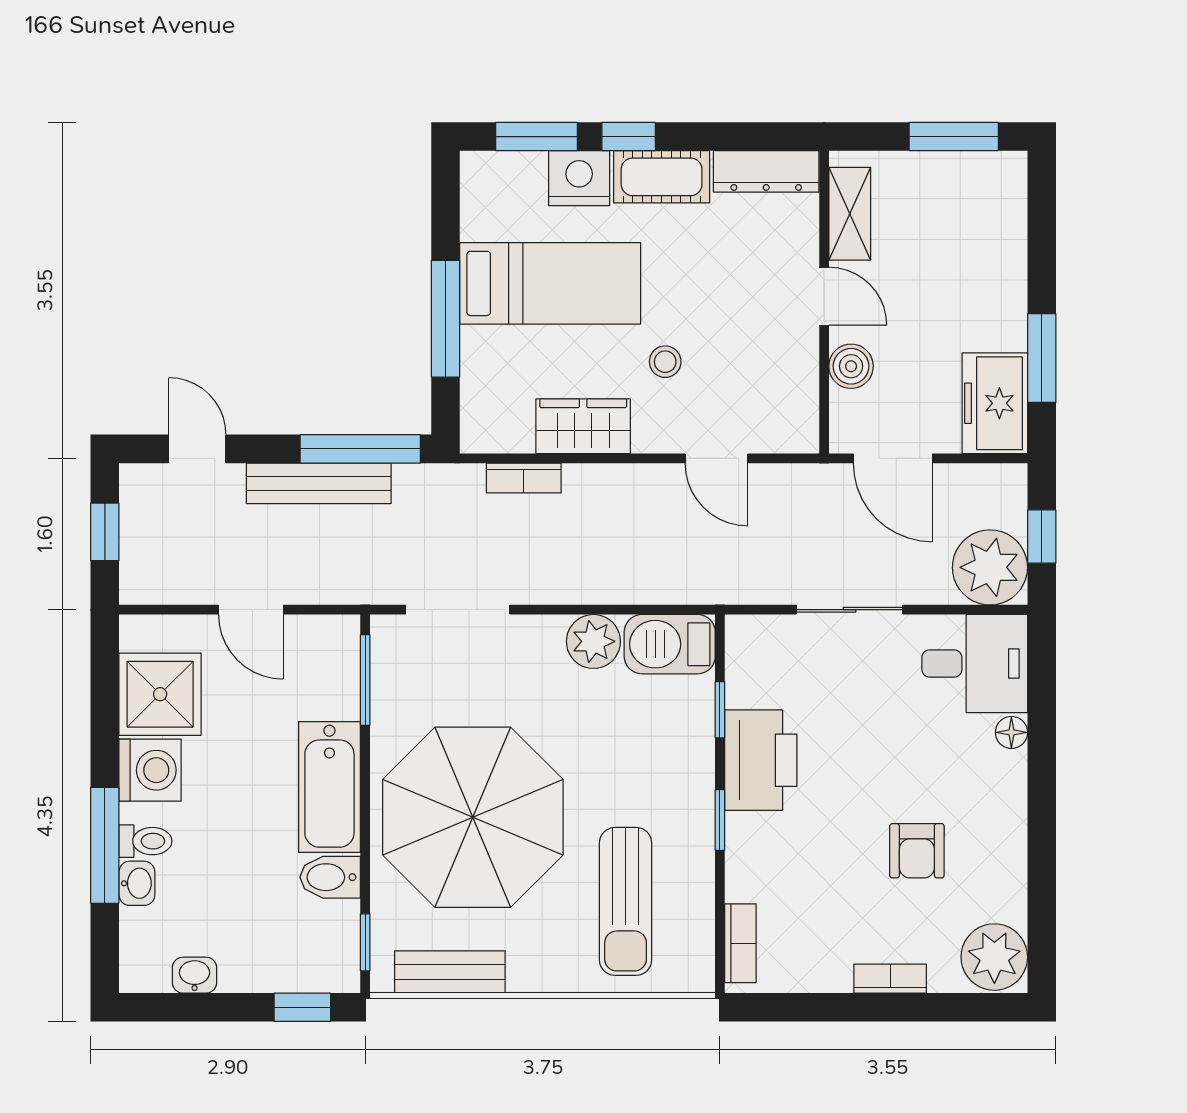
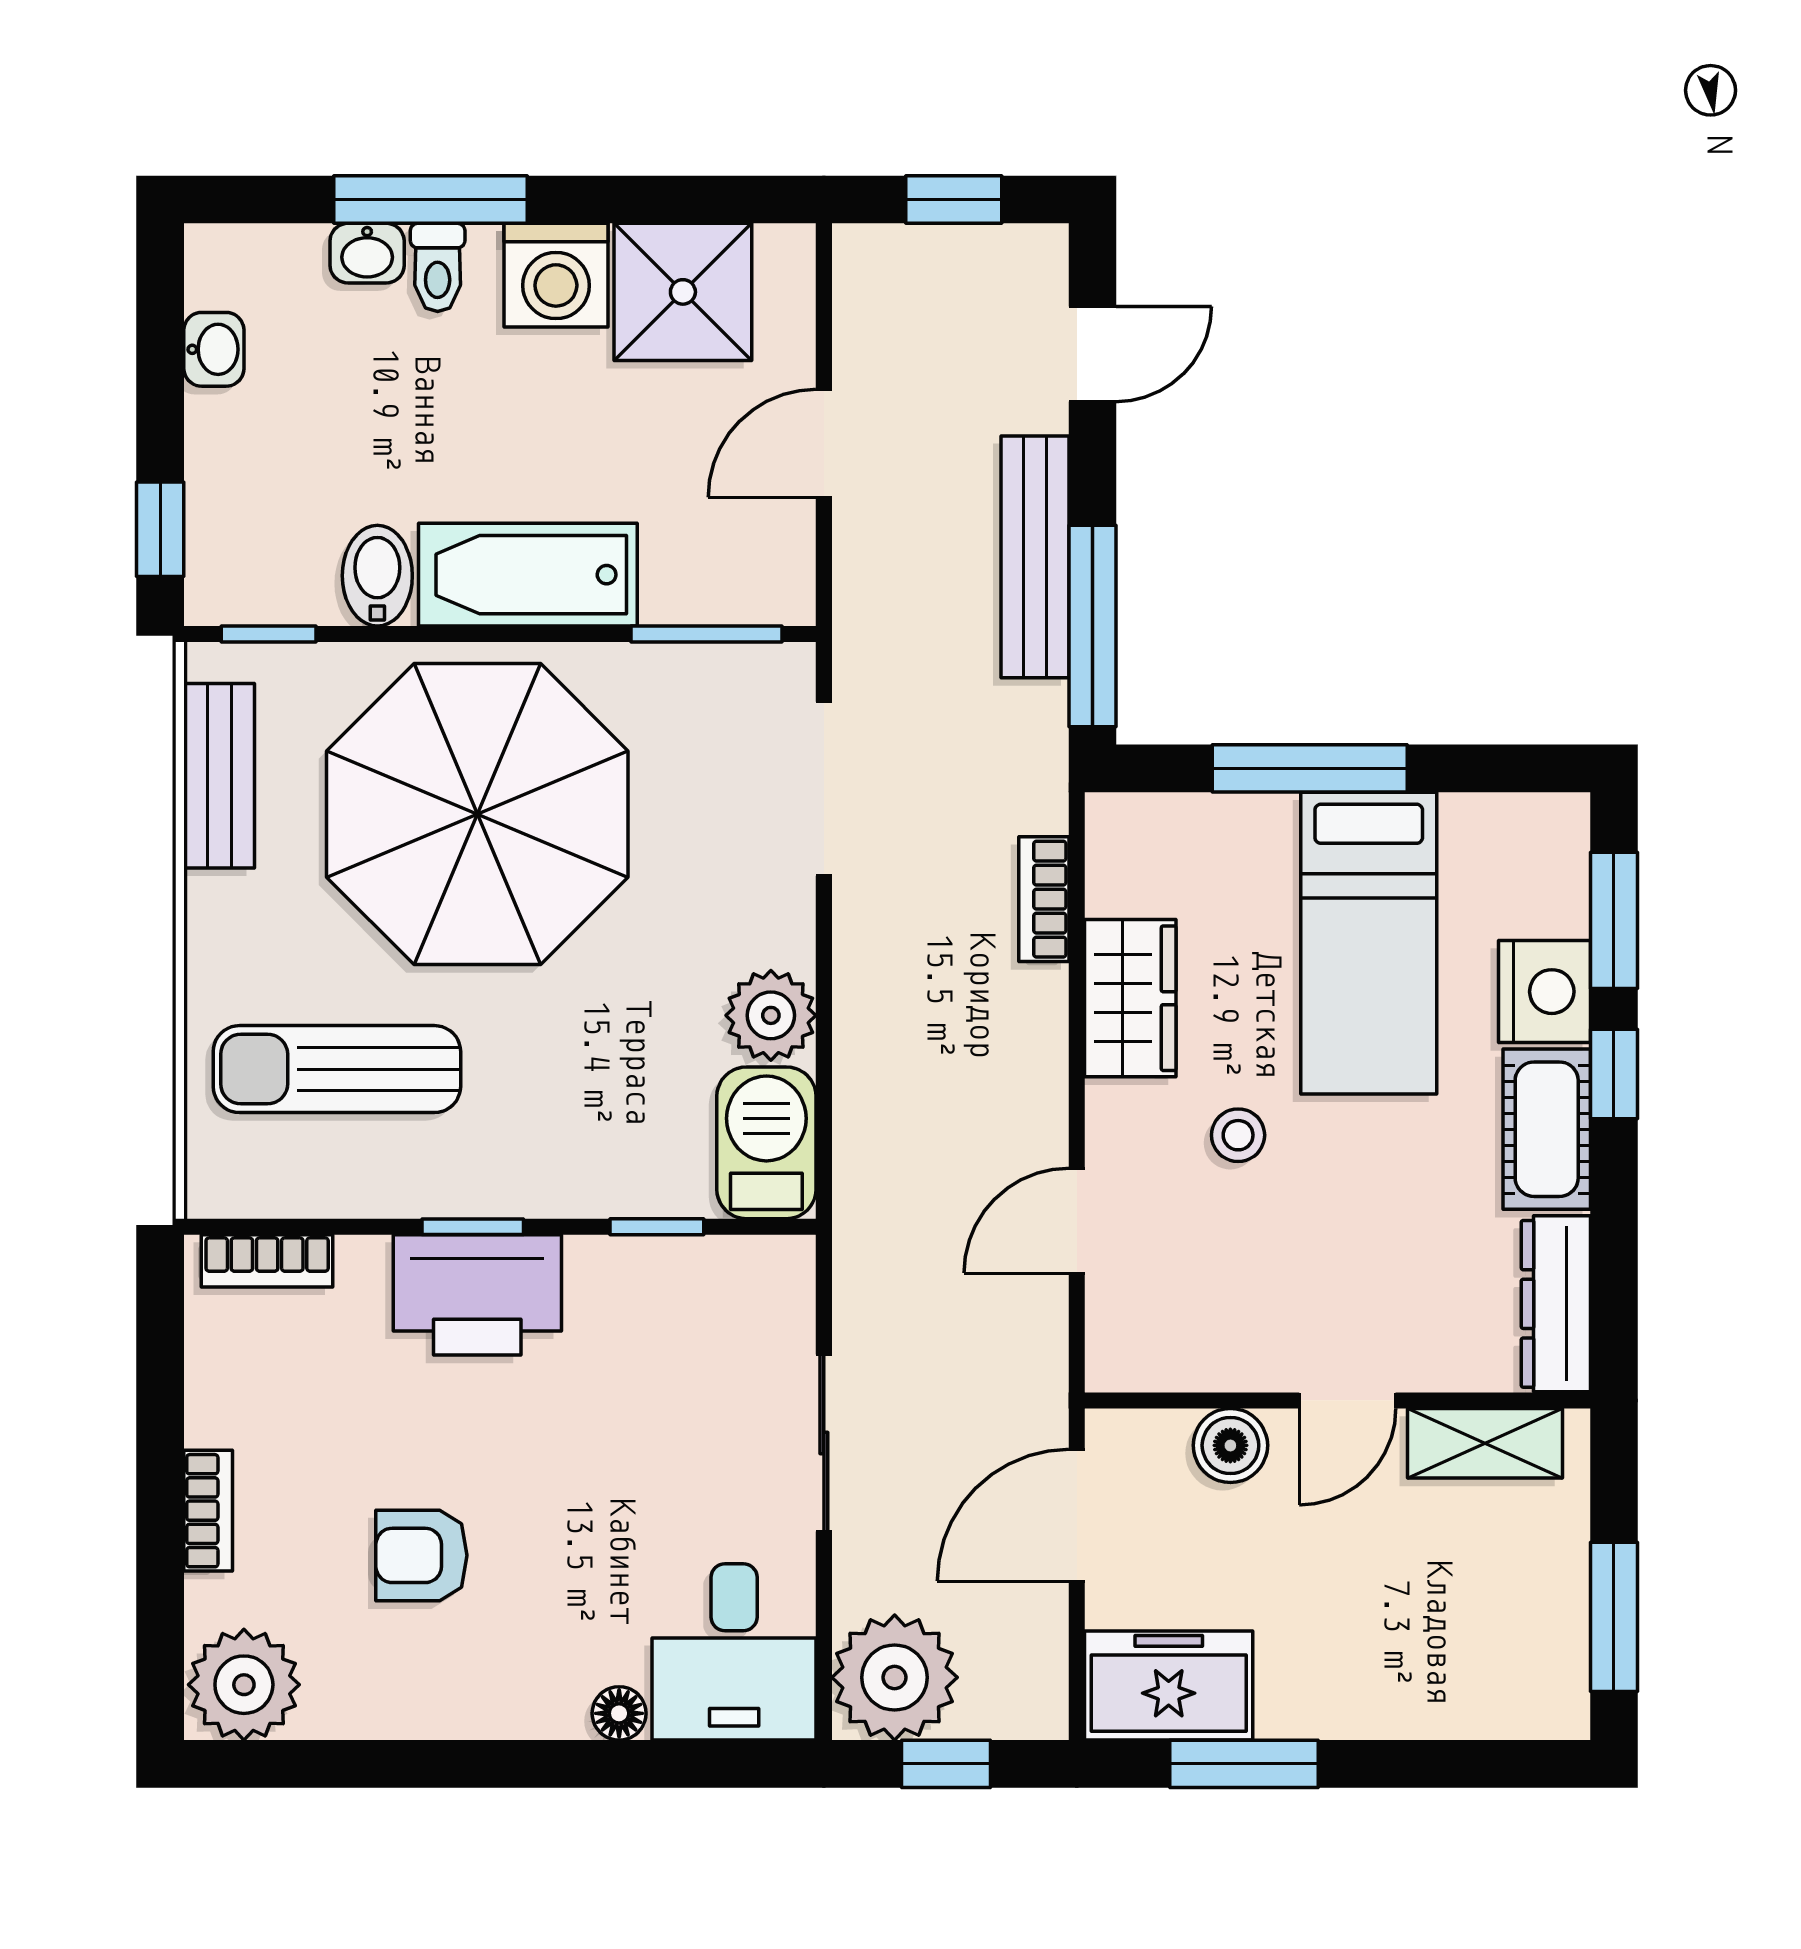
printer: (761, 760) -> (477, 1295), moved

